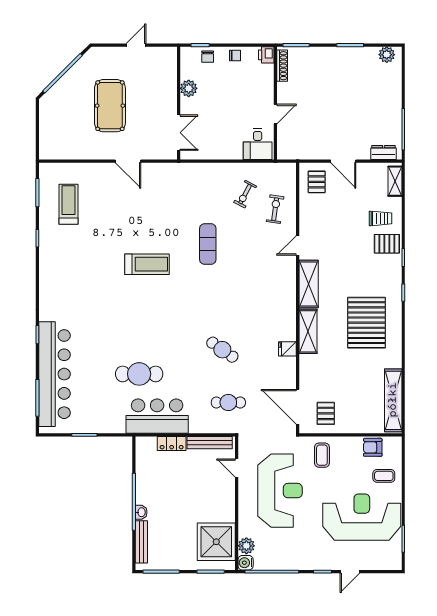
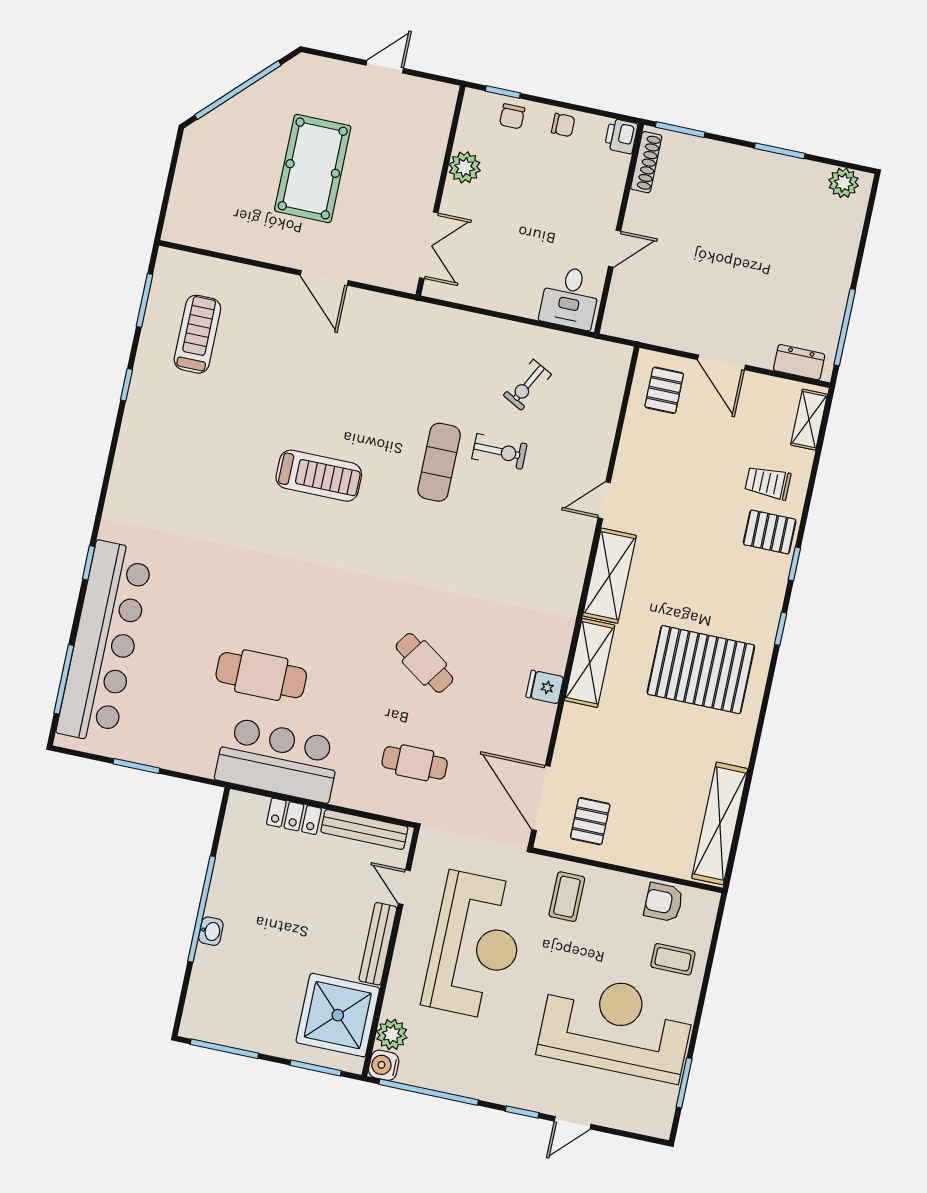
exercise bike: (275, 209) -> (499, 451), moved, turned 82
trolley: (381, 218) -> (768, 483), turned 180
pallet: (366, 323) -> (701, 670), turned 90
bench: (141, 542) -> (378, 944), moved

